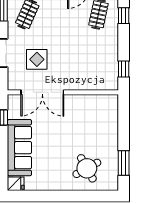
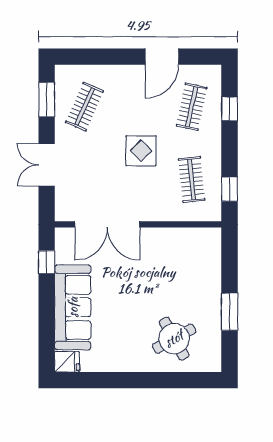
display table: (37, 59) -> (141, 151), moved
clothes rail: (98, 63) -> (192, 179), added
window: (124, 163) -> (229, 312), moved

